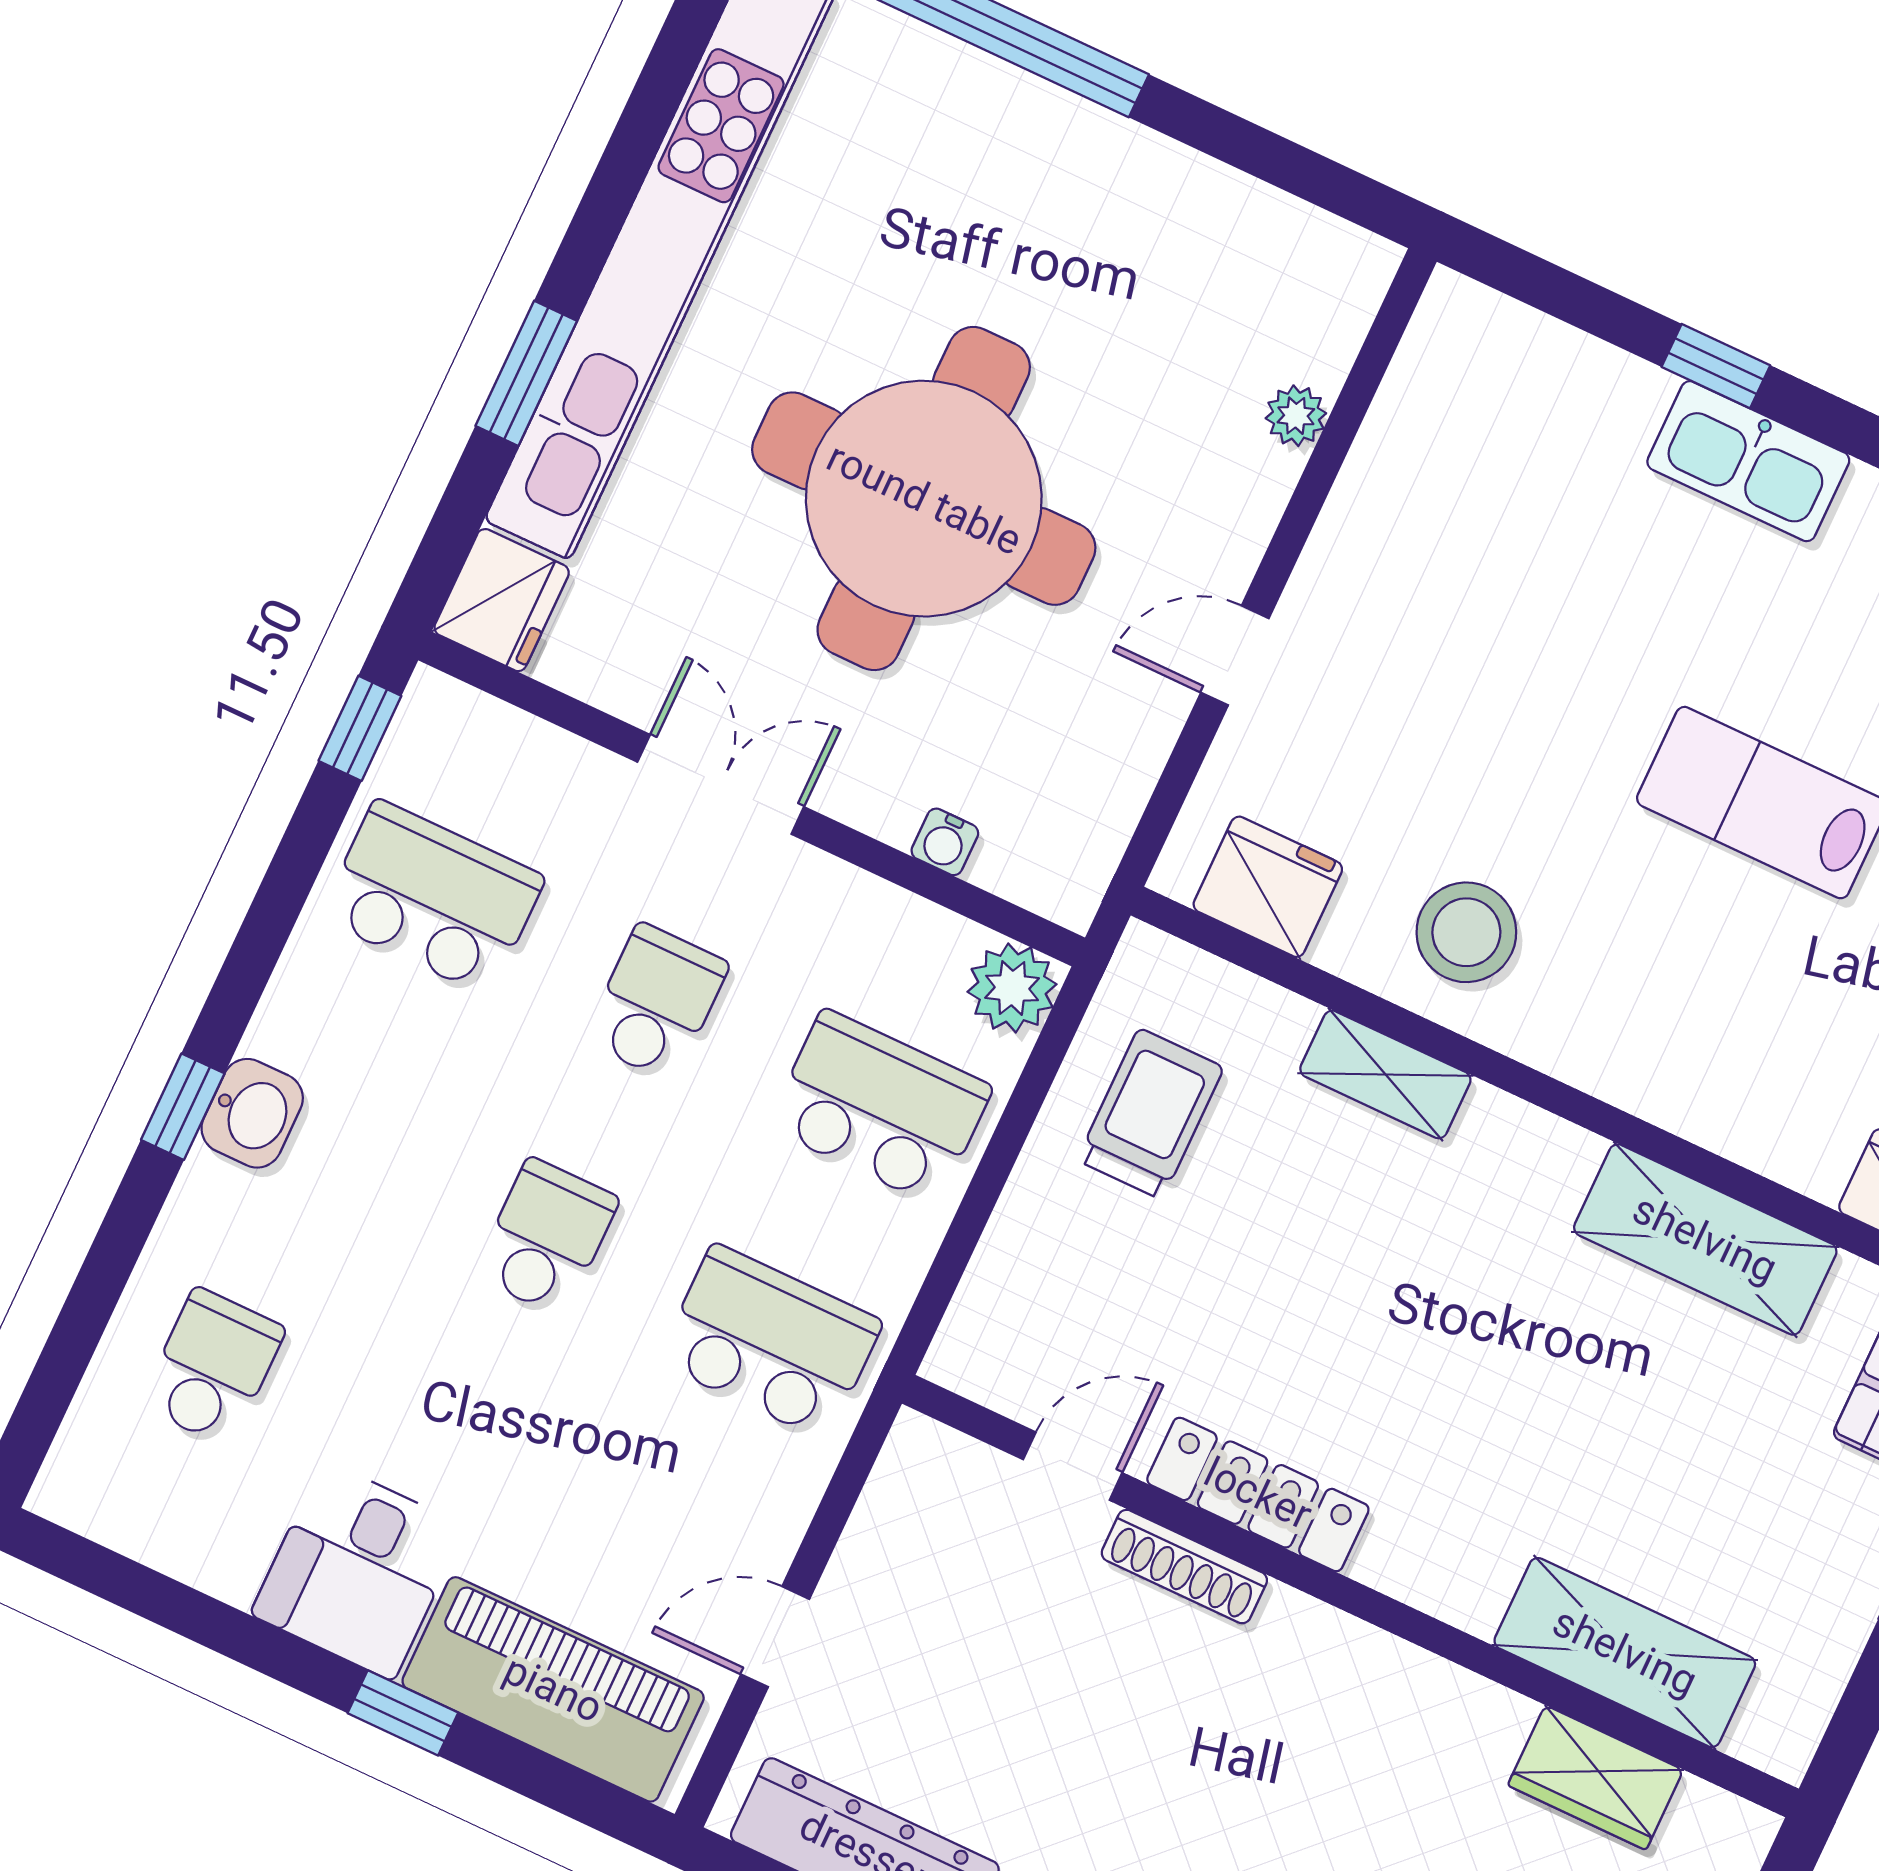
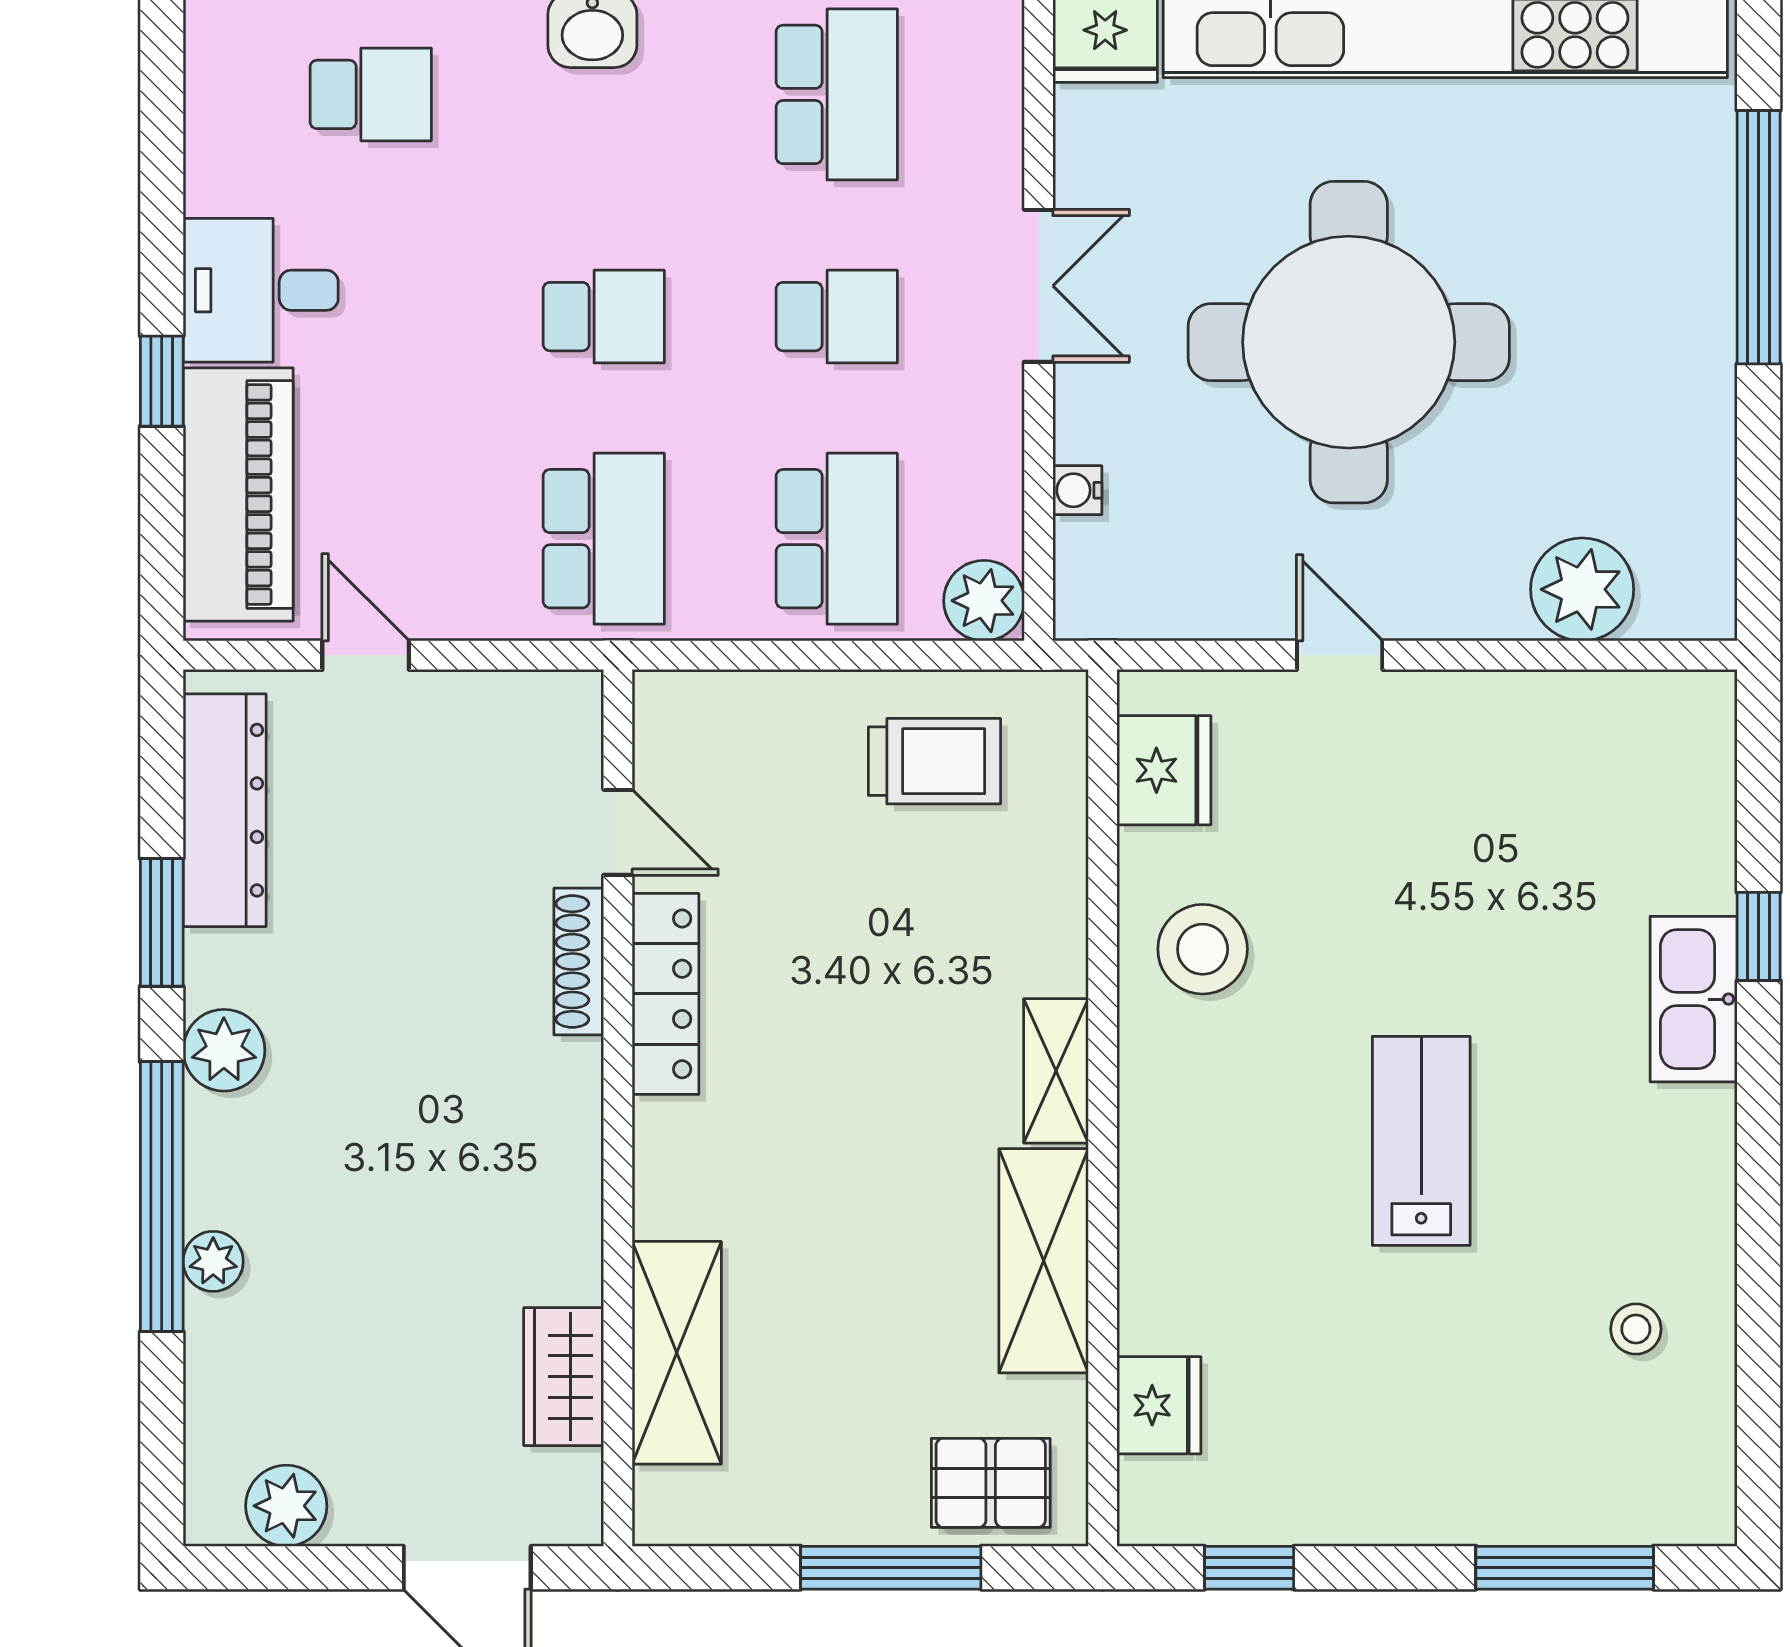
plant: (1296, 416) -> (1582, 589), width x1.88, depth x1.88
shelving: (1385, 1074) -> (1056, 1071), moved

